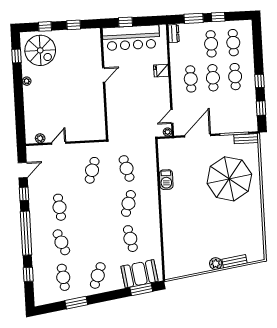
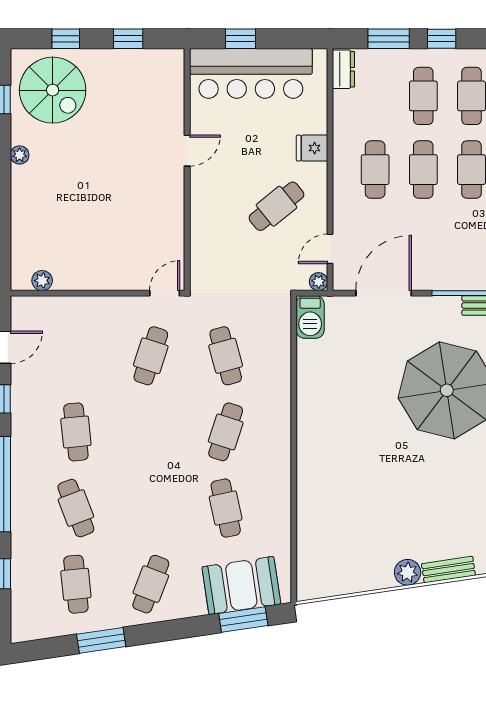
cafe table: (146, 98) -> (276, 206), added
door: (59, 143) -> (165, 293), moved
barbecue: (166, 180) -> (310, 317), moved

